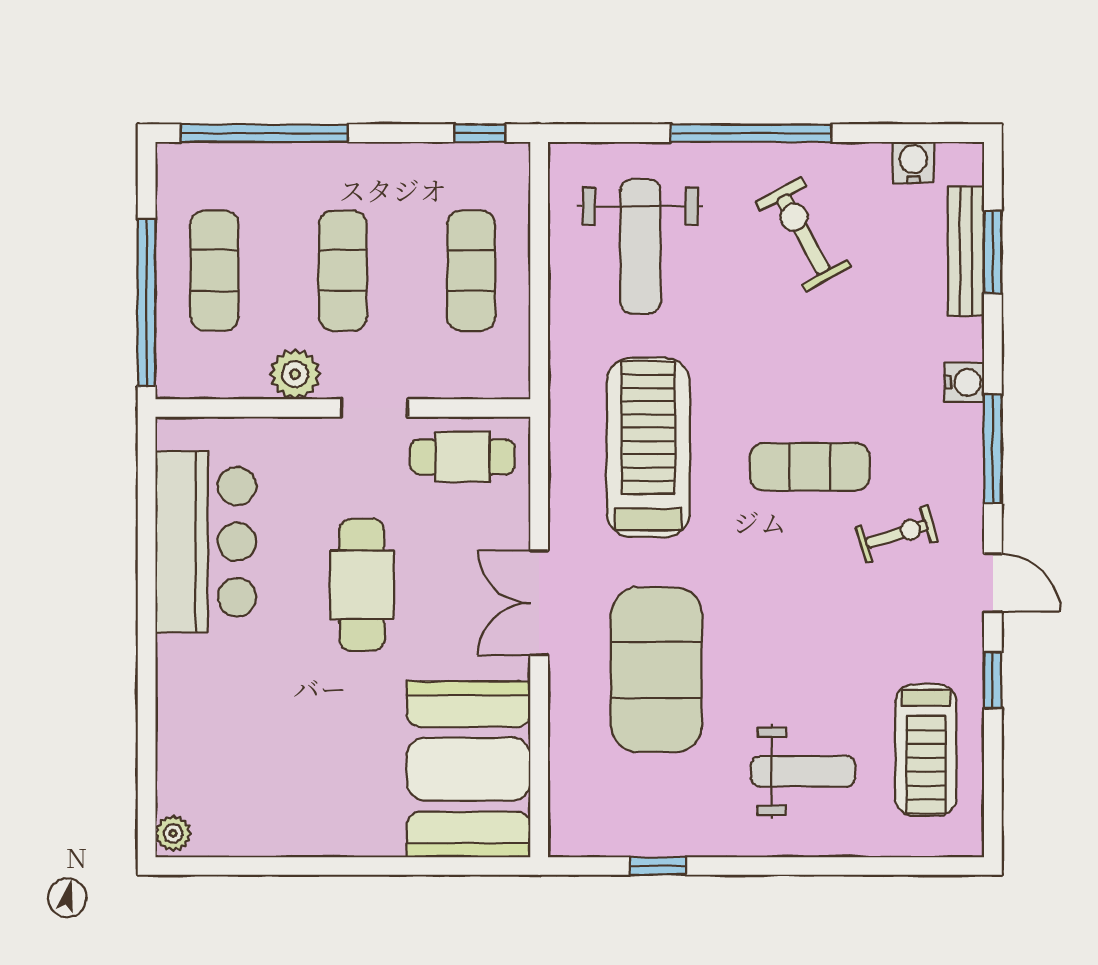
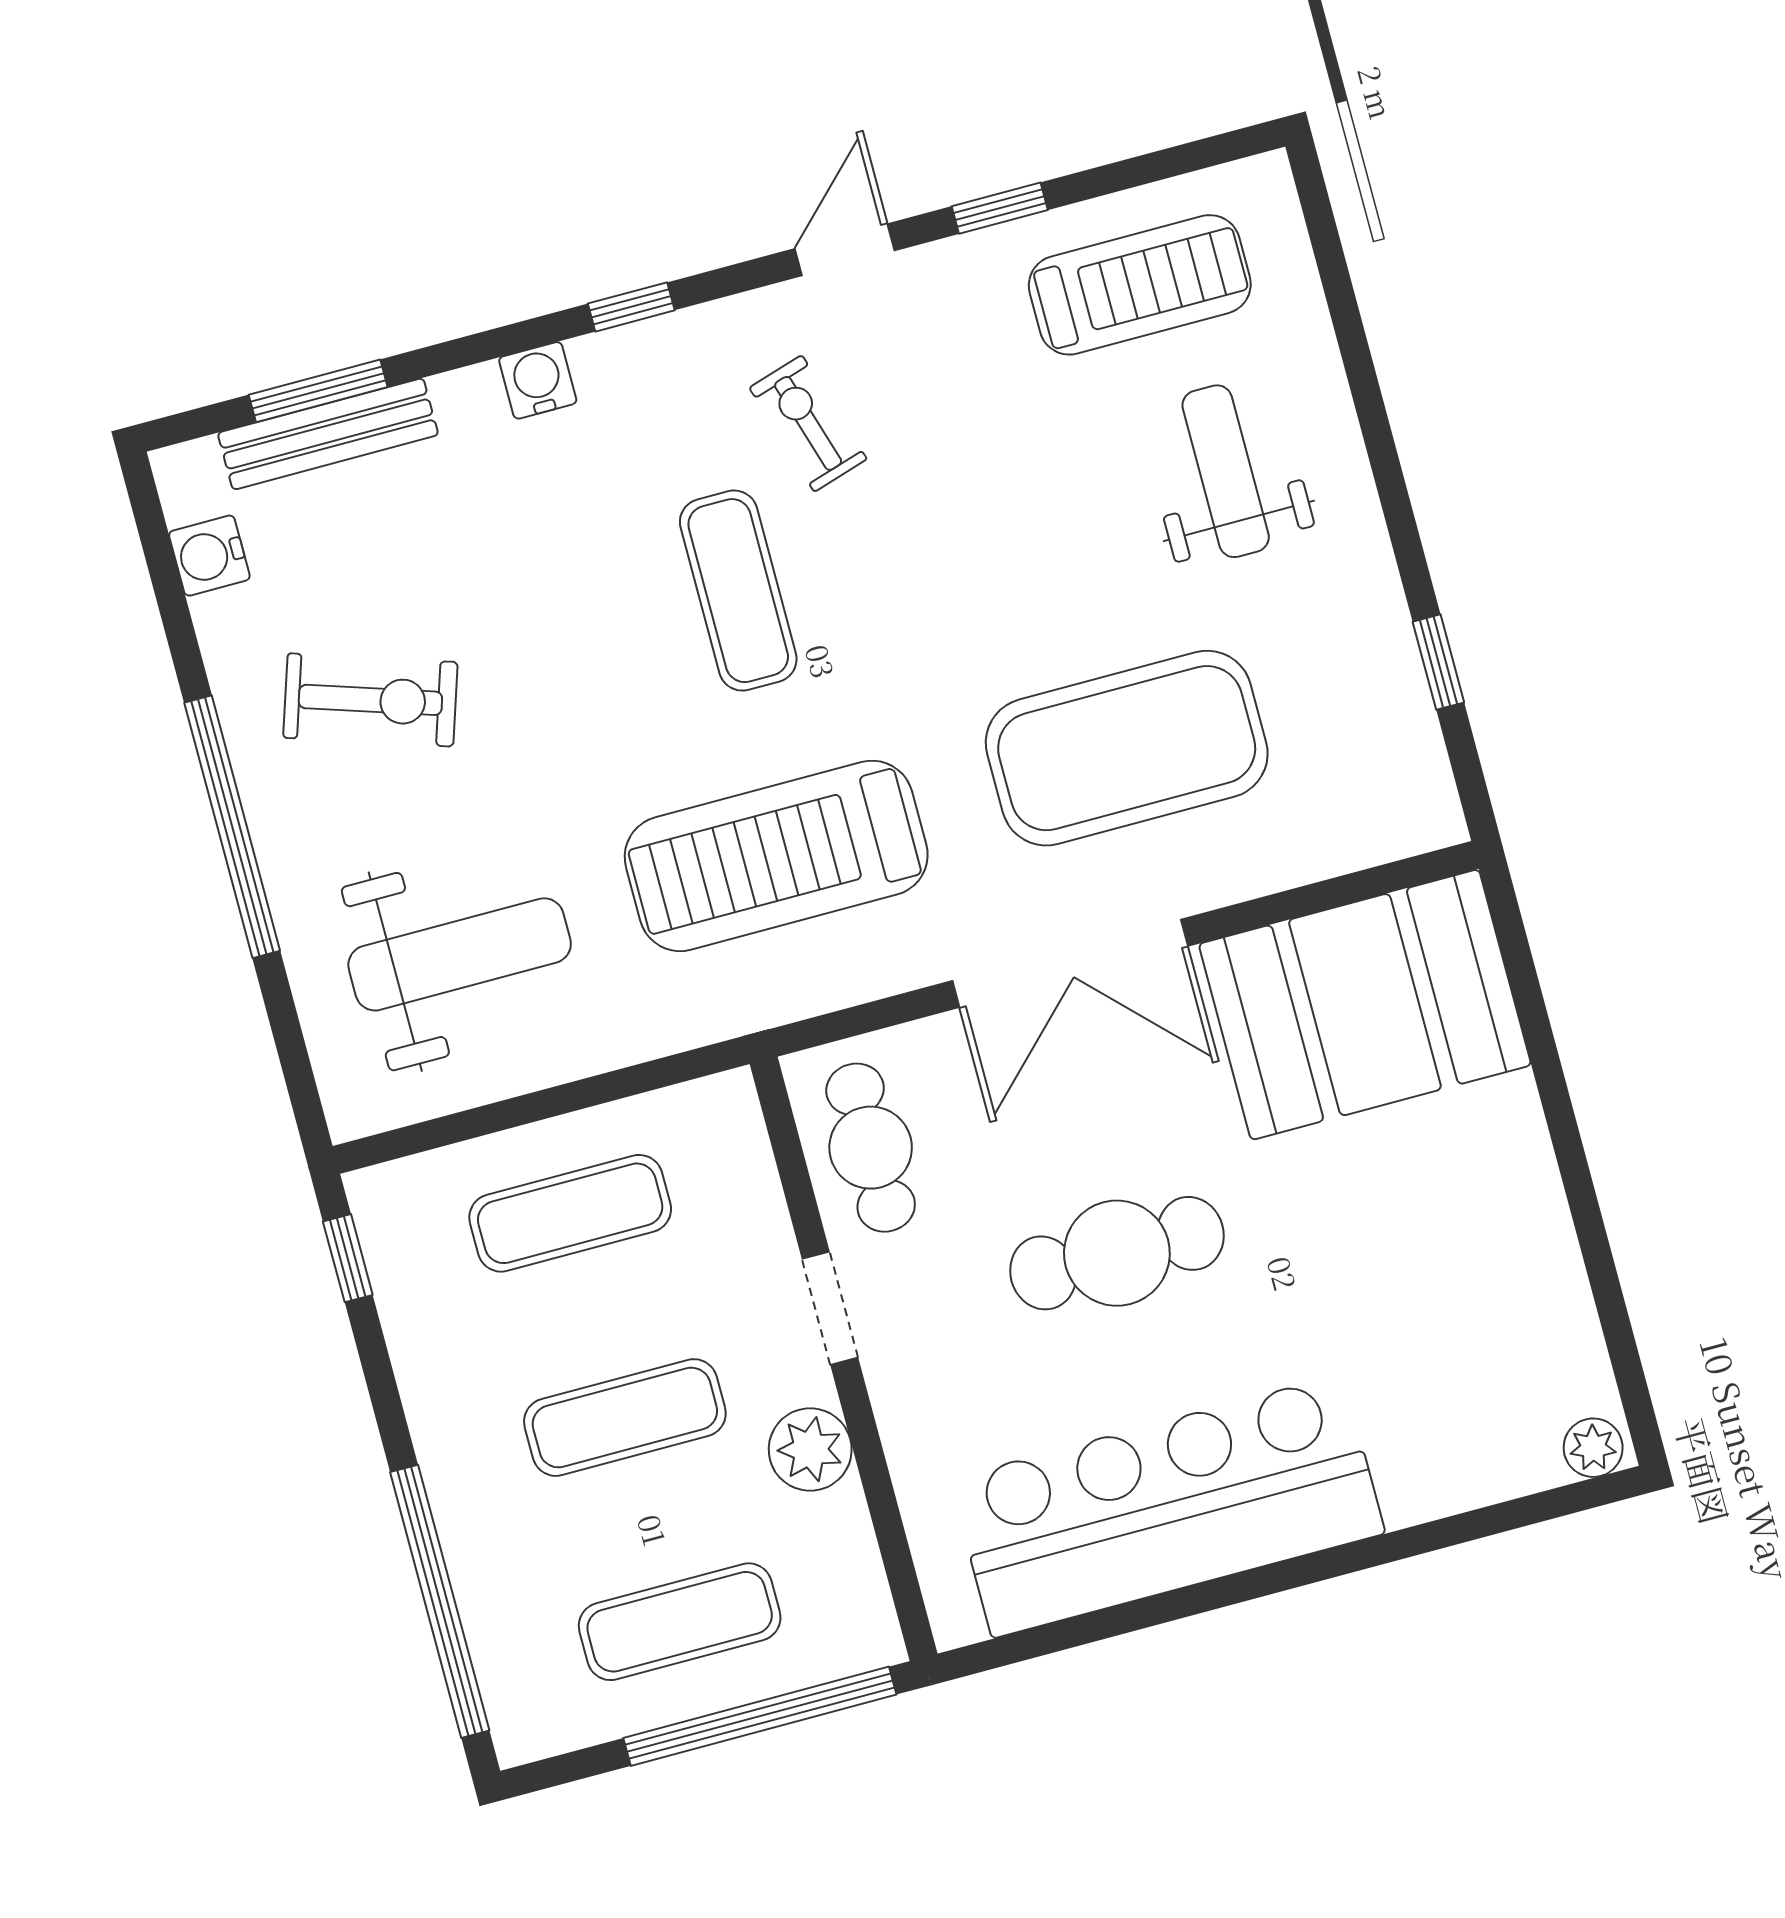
exercise bike: (803, 234) -> (370, 700), turned -133
window: (993, 449) -> (631, 307), width x0.46
bar counter: (206, 542) -> (1168, 1506), width x1.36
double door: (539, 603) -> (1070, 963), width x1.37

